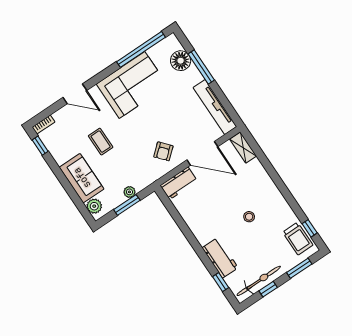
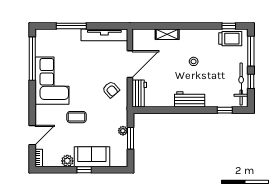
floor lamp: (181, 61) -> (58, 37), removed
door: (75, 94) -> (32, 135), moved
coffee table: (101, 142) -> (77, 117), moved
window: (40, 146) -> (84, 170), moved
shelving: (243, 148) -> (167, 34), moved
plant: (94, 206) -> (67, 161), moved
workbench: (220, 258) -> (190, 99), moved
window: (299, 268) -> (251, 51), width x1.44

